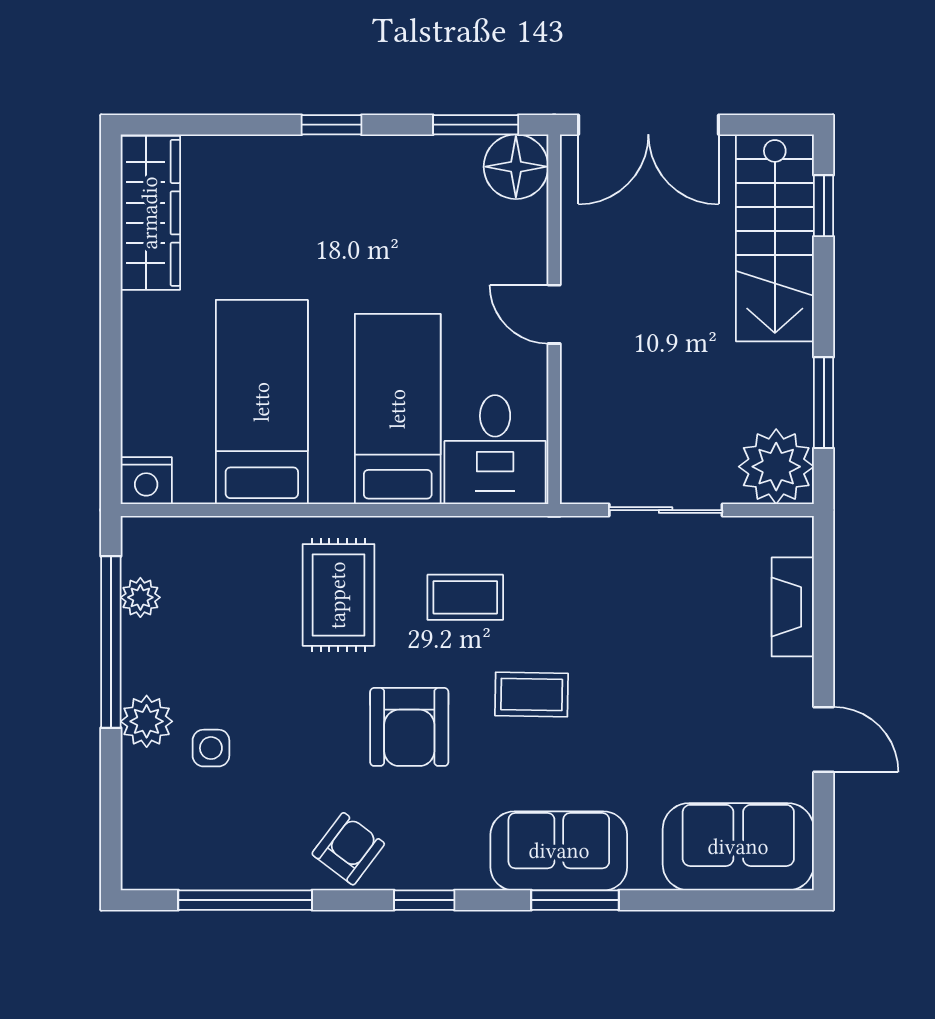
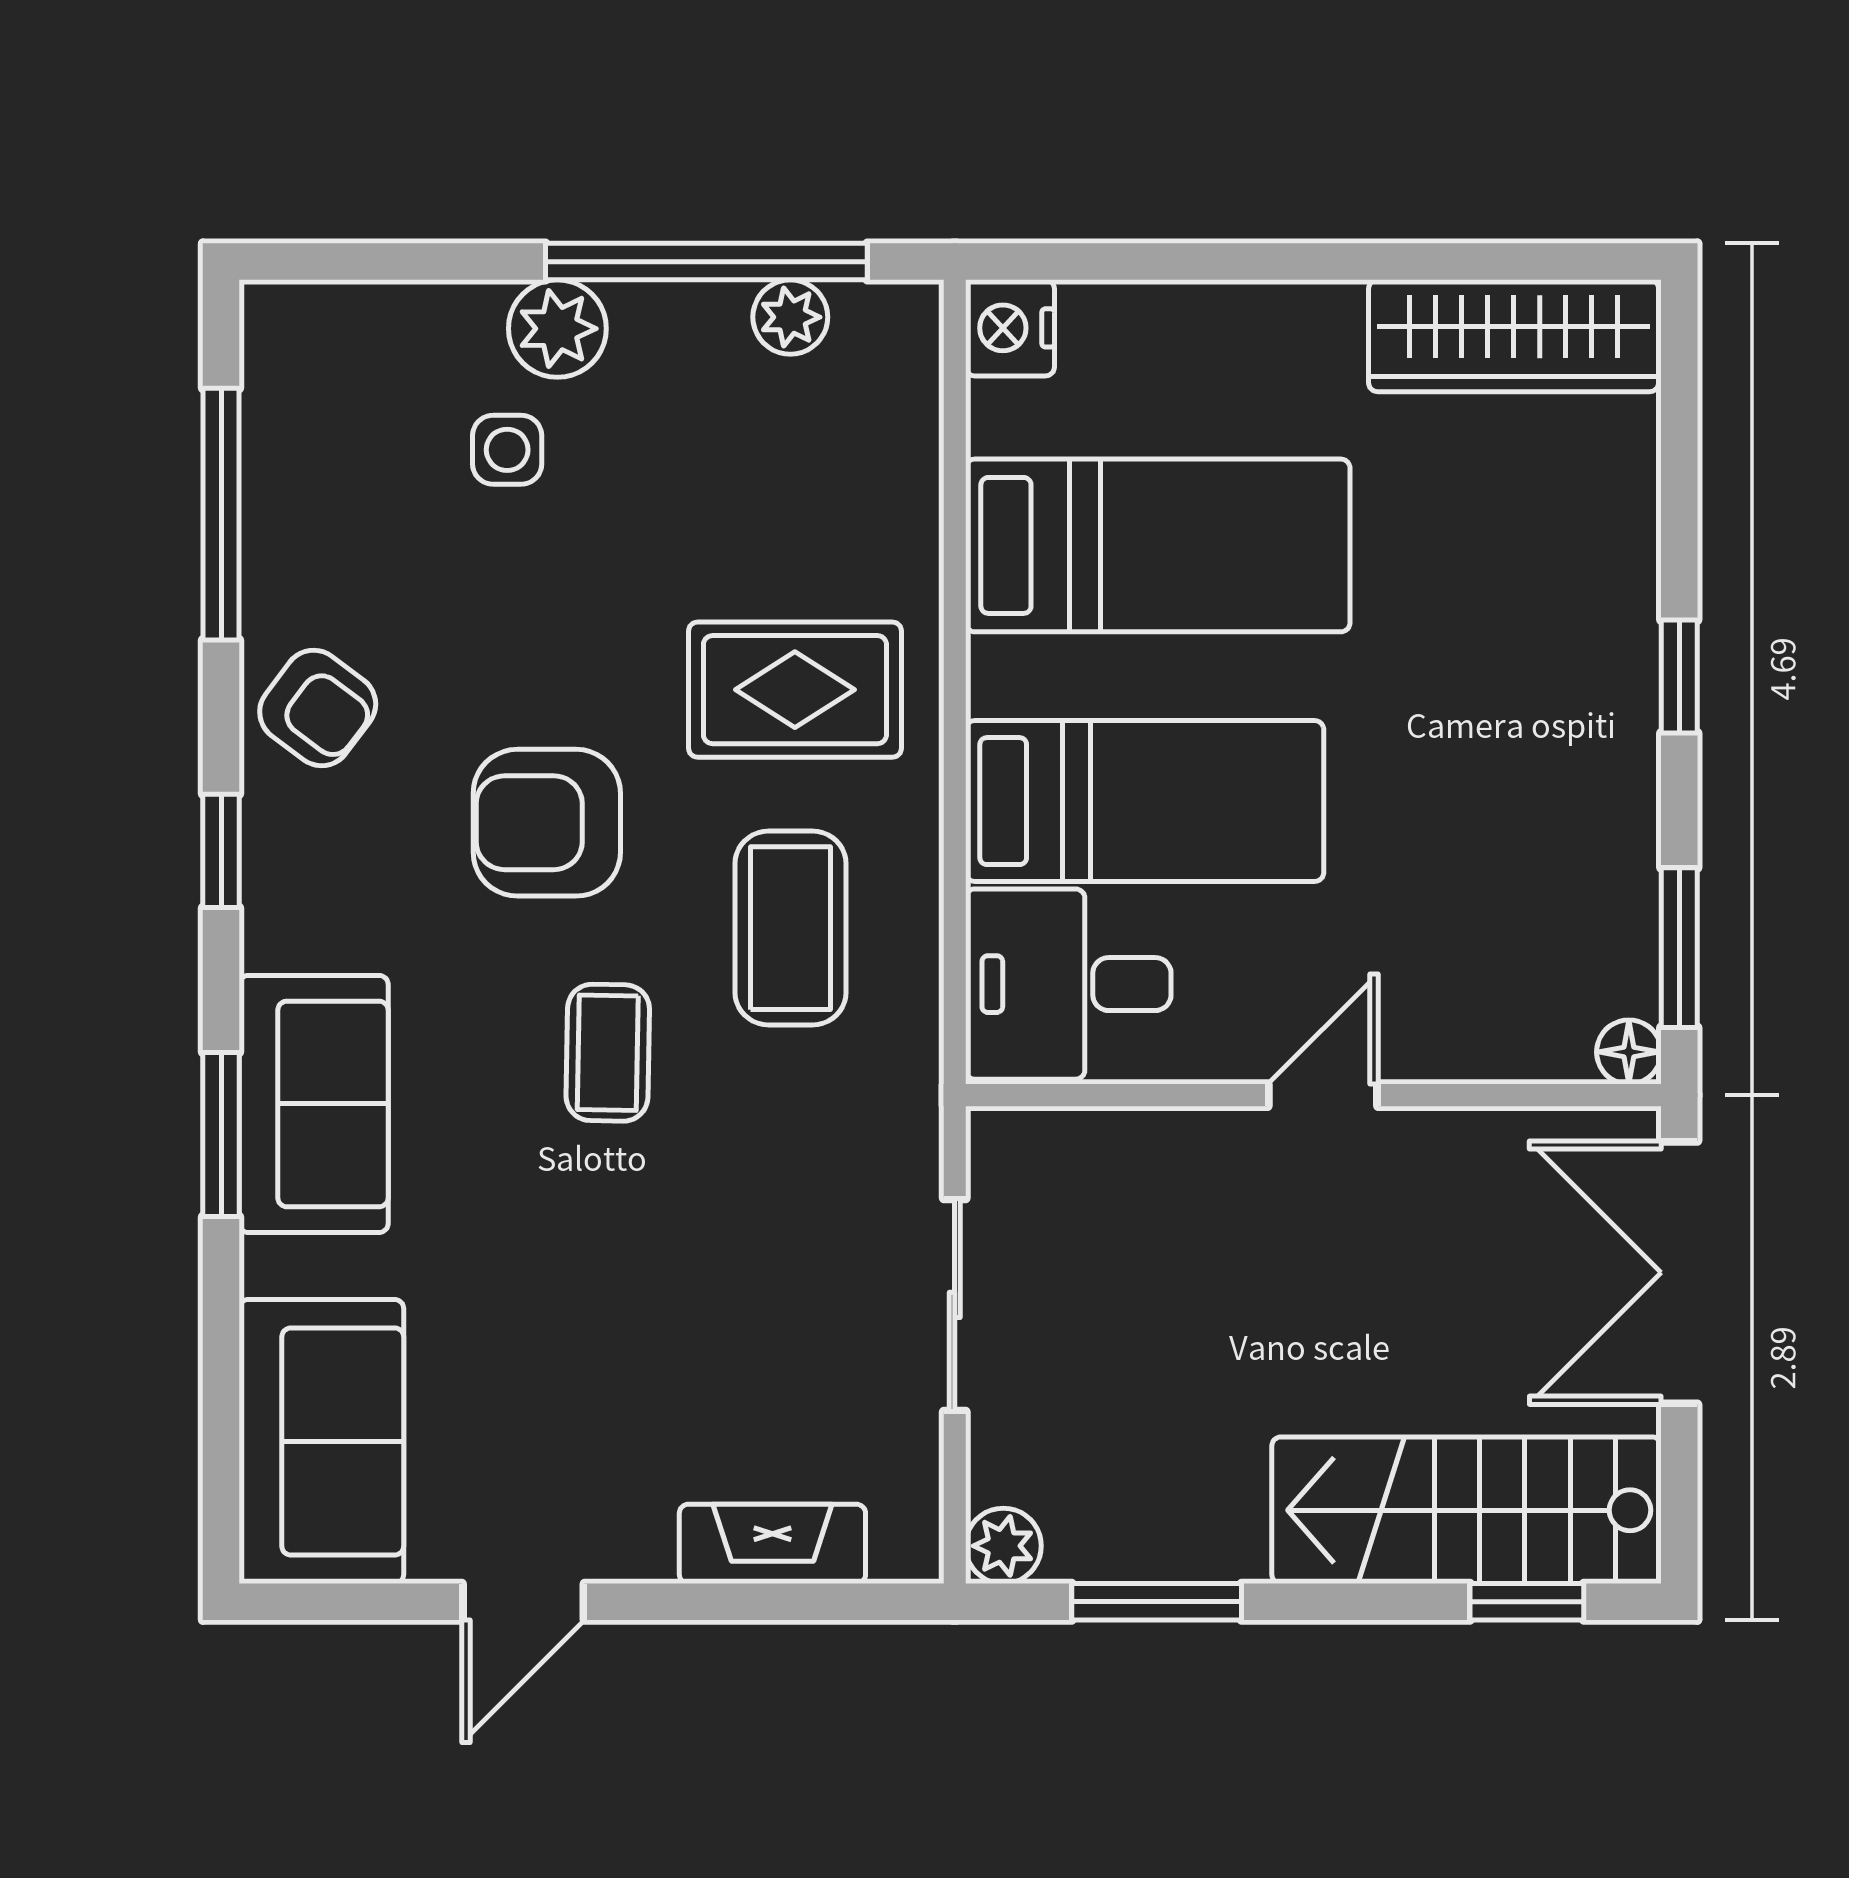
floor lamp: (516, 167) -> (1629, 1052), width x0.53, depth x0.53
plant: (776, 467) -> (1003, 1546), width x0.53, depth x0.53
coffee table: (465, 597) -> (791, 928), width x1.36, depth x1.30

